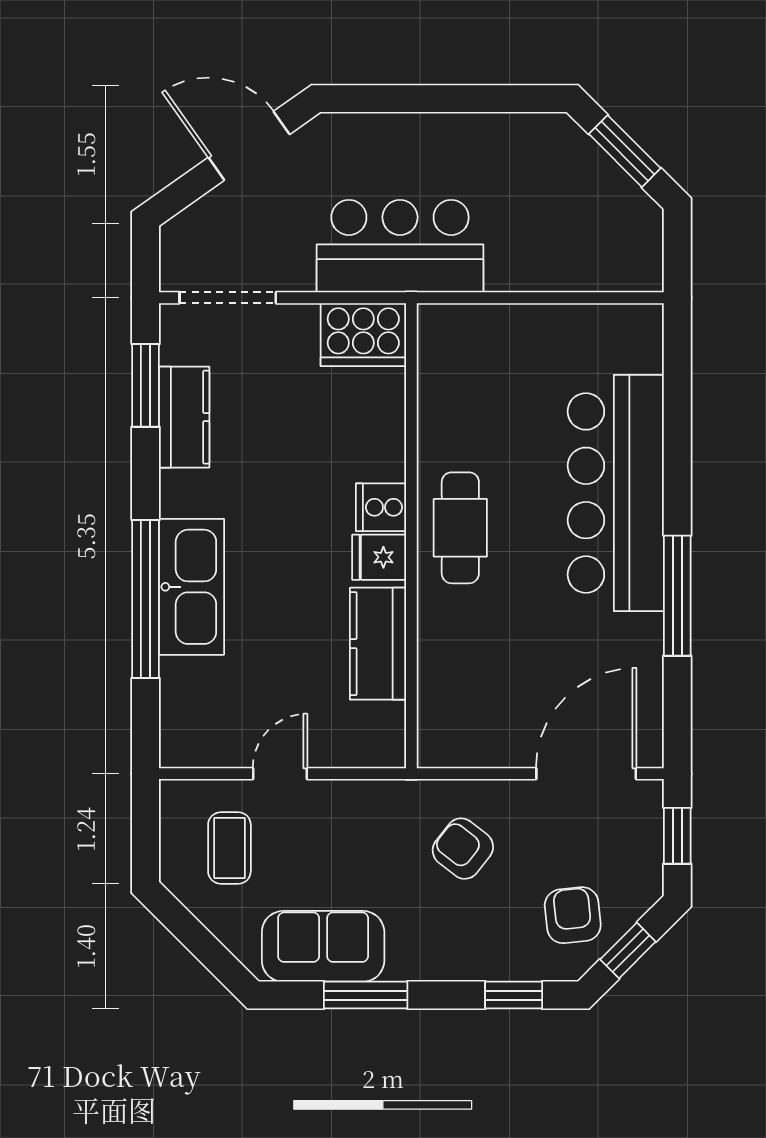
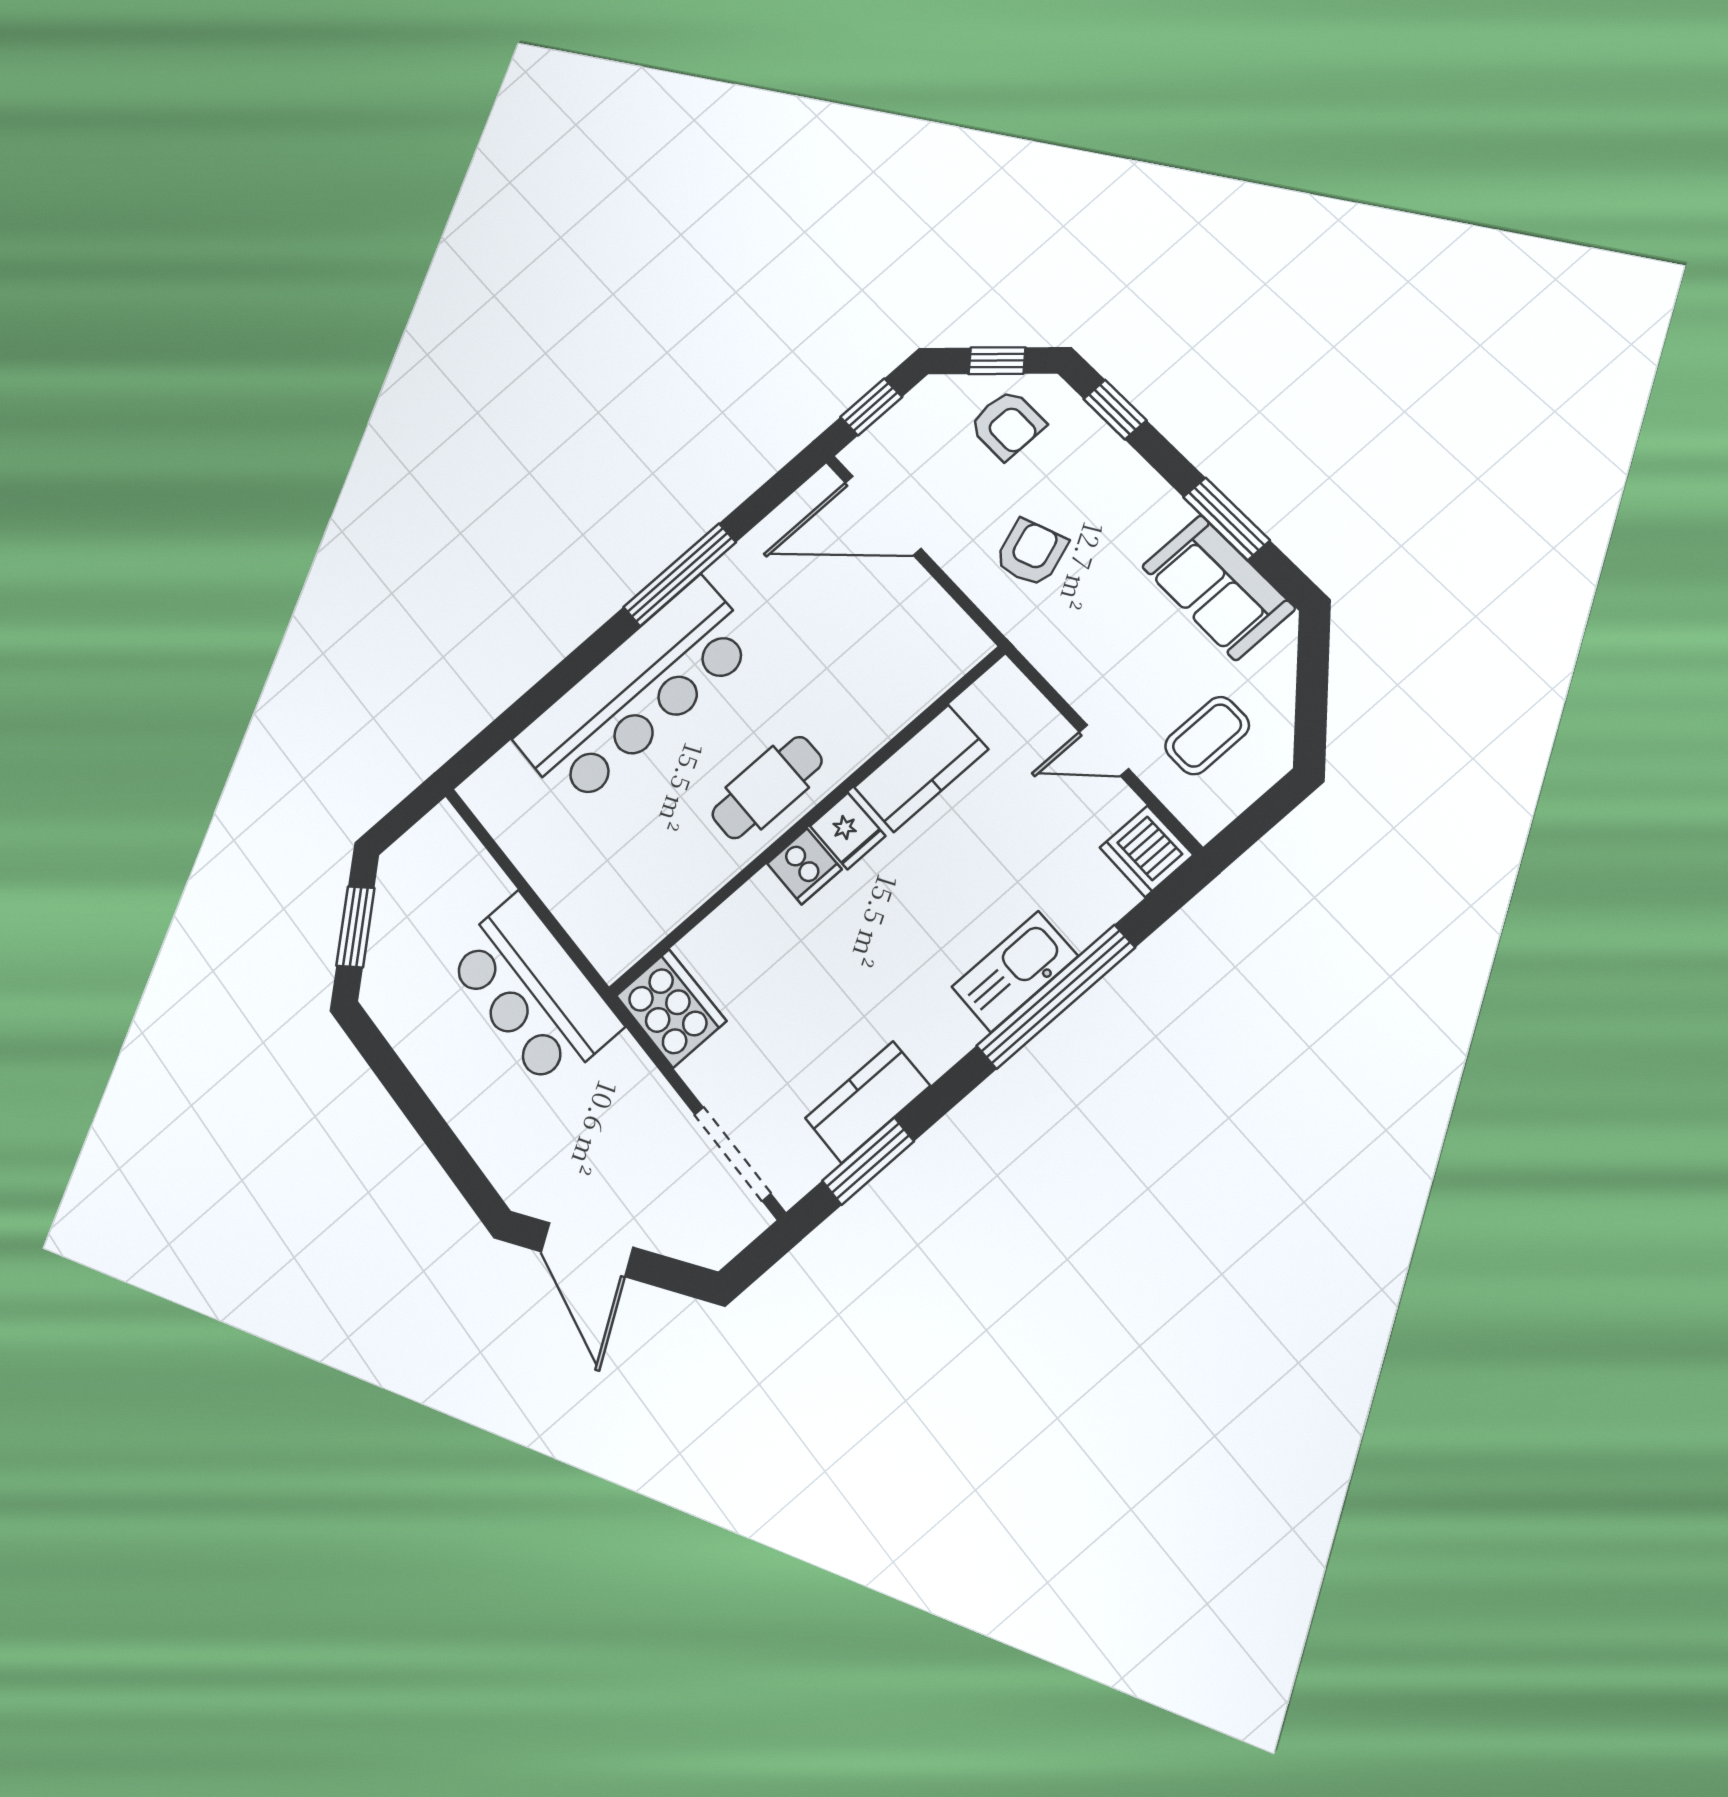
bar counter: (400, 246) -> (533, 991), moved
kitchen sink: (191, 587) -> (1015, 971), width x0.73, depth x0.81
dishwasher: (188, 741) -> (1146, 851), added
armchair: (463, 849) -> (1031, 553), turned -148
armchair: (573, 915) -> (1007, 425), turned -84

